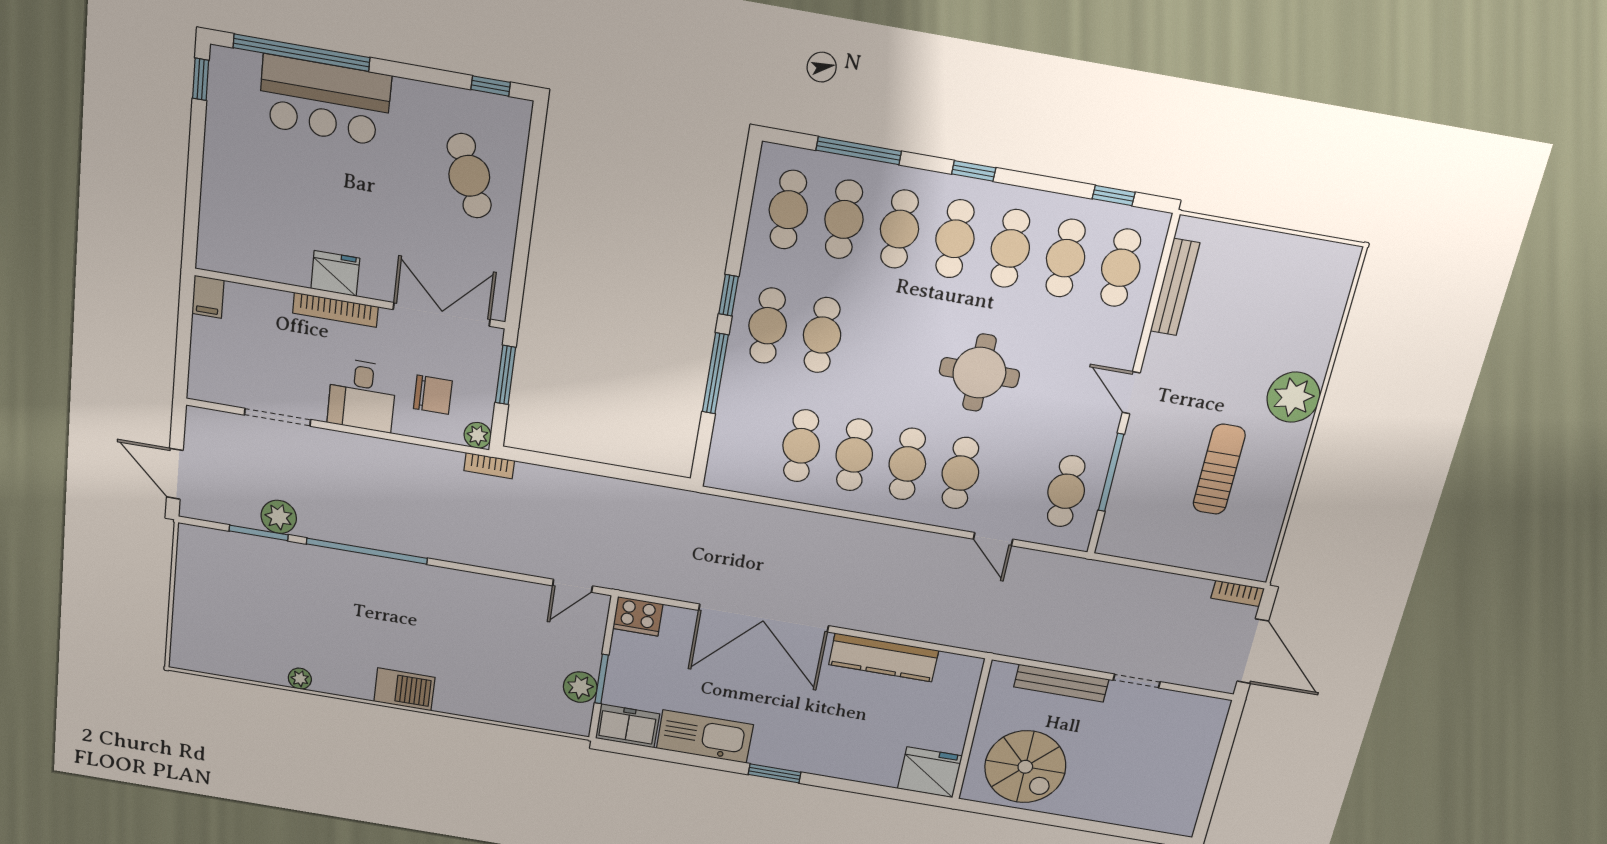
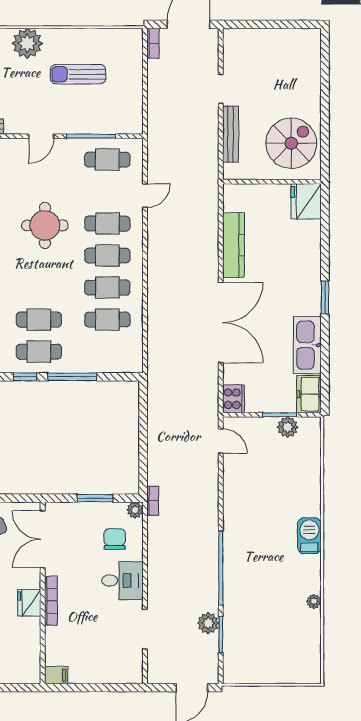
fridge: (335, 273) -> (29, 603), moved
filing cabinet: (208, 297) -> (56, 675), moved
wall: (350, 299) -> (43, 593), moved
bookcase: (335, 310) -> (51, 601), moved
double door: (442, 314) -> (43, 539), moved

